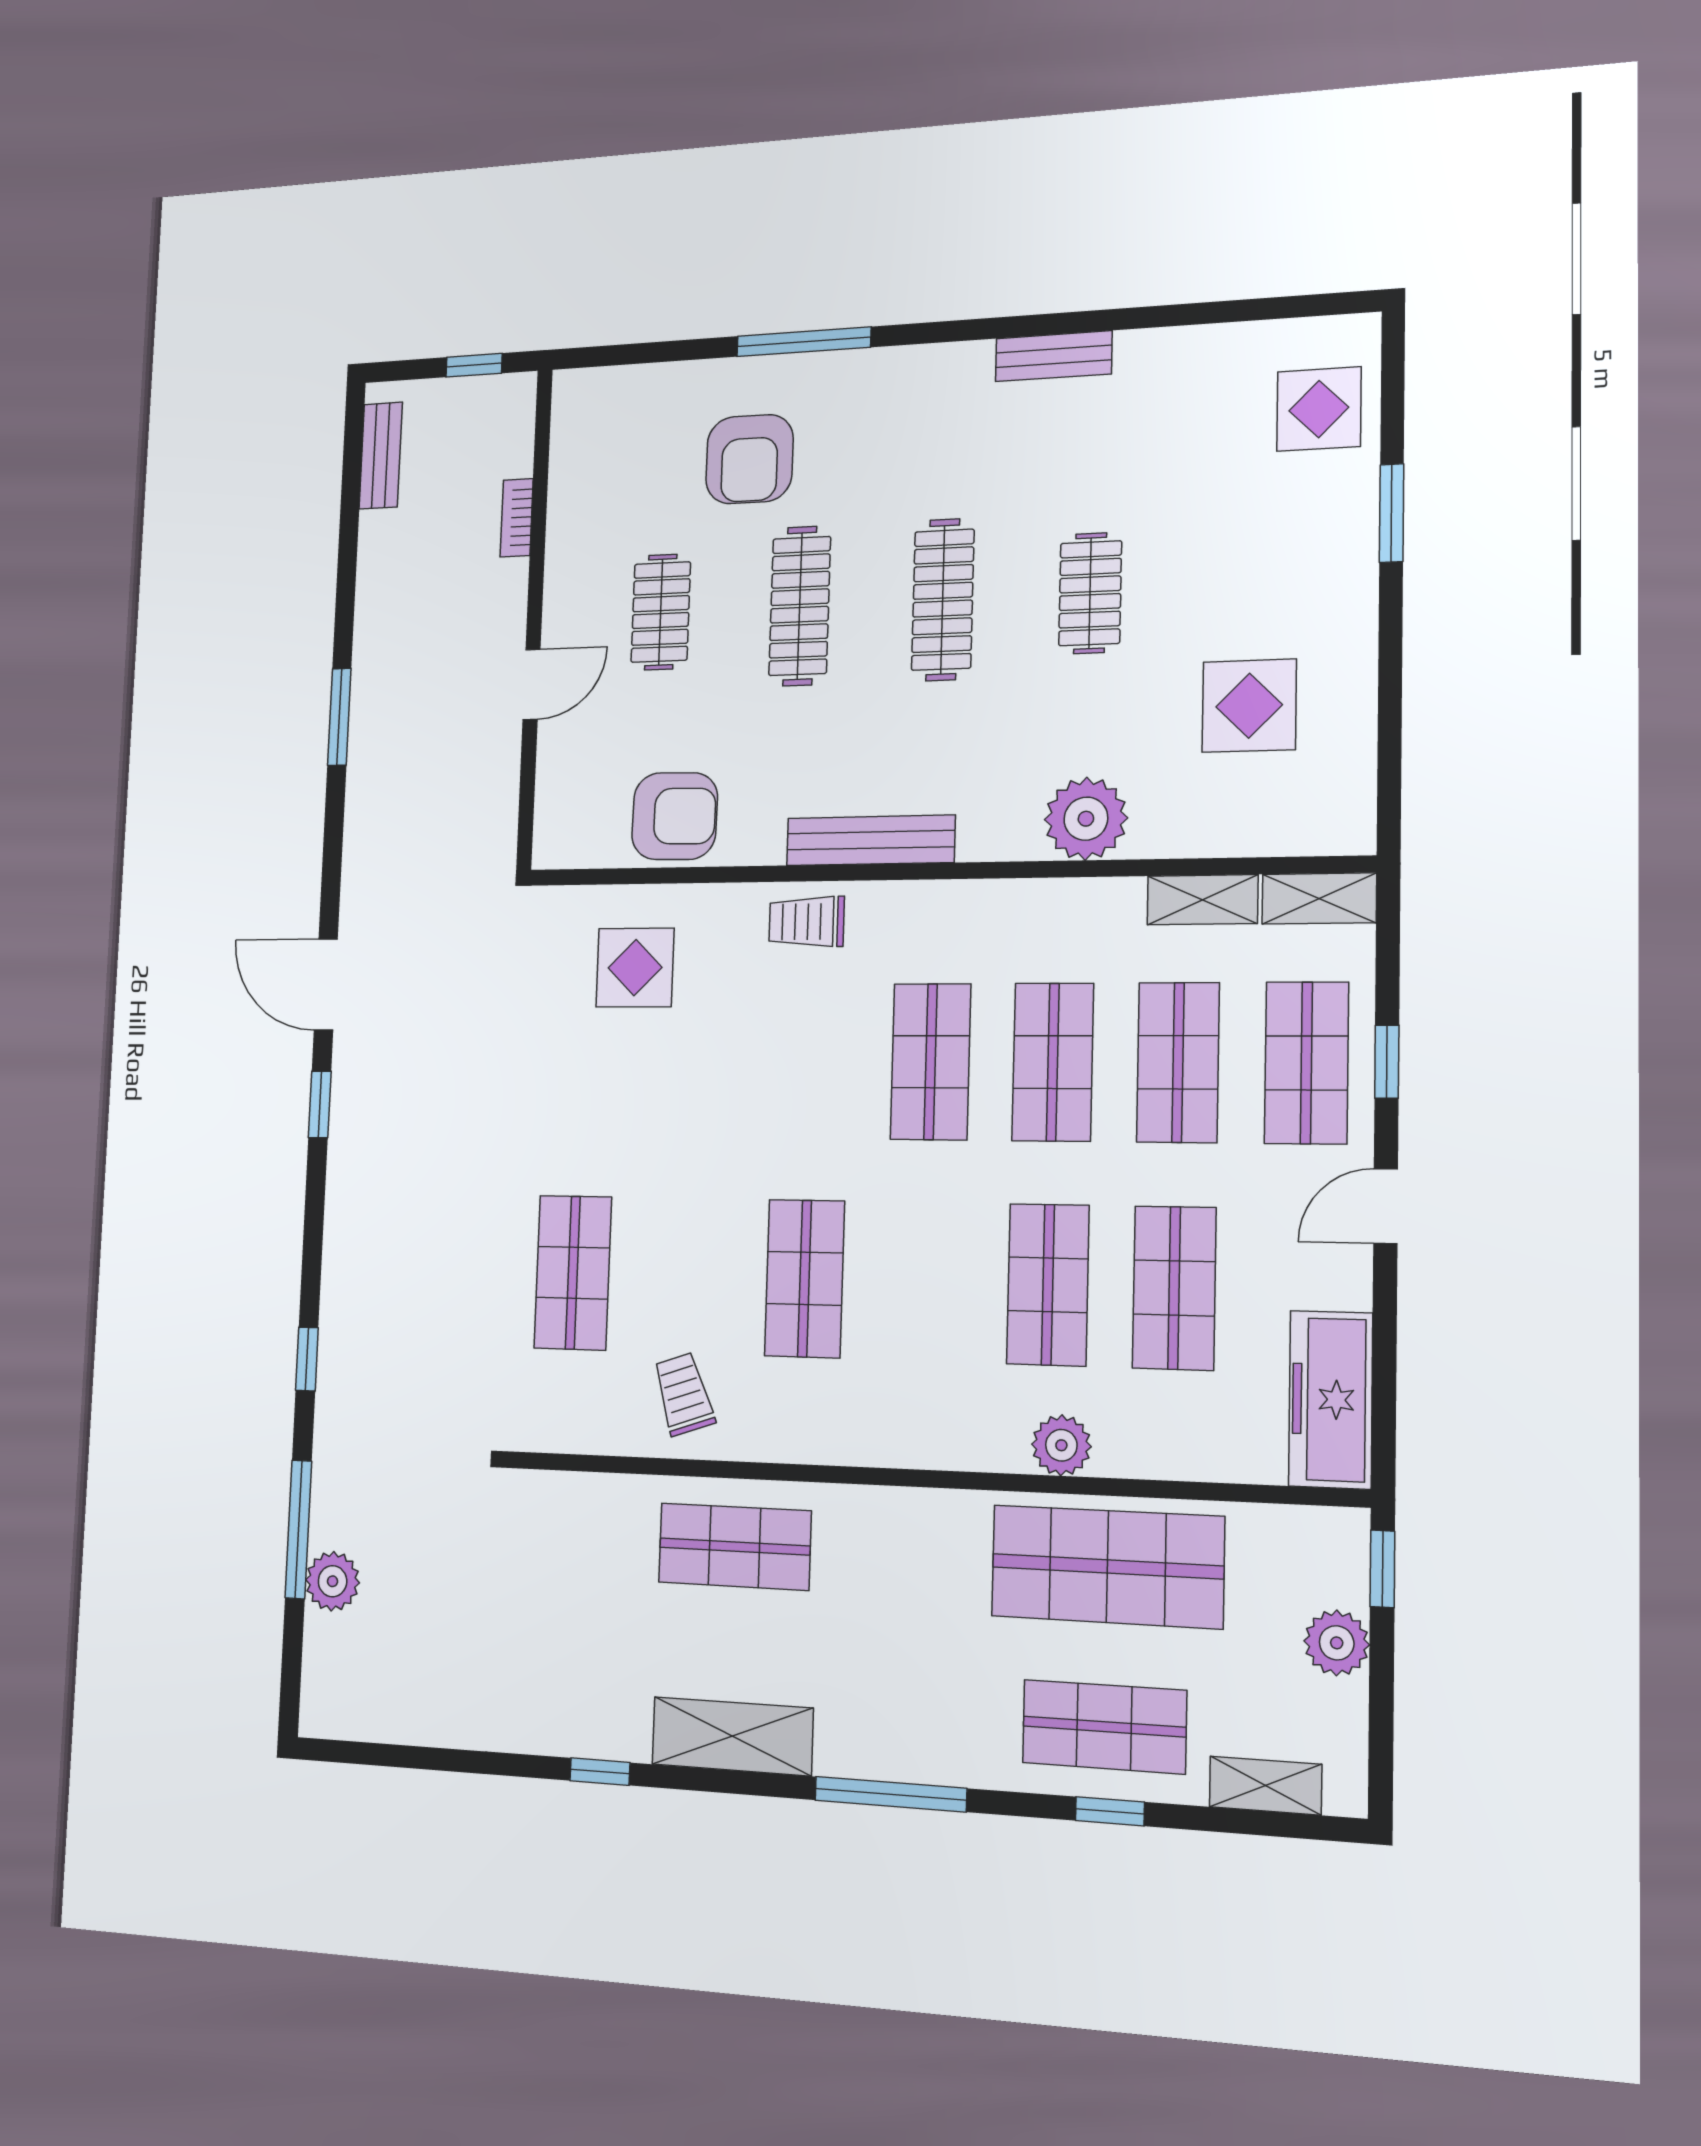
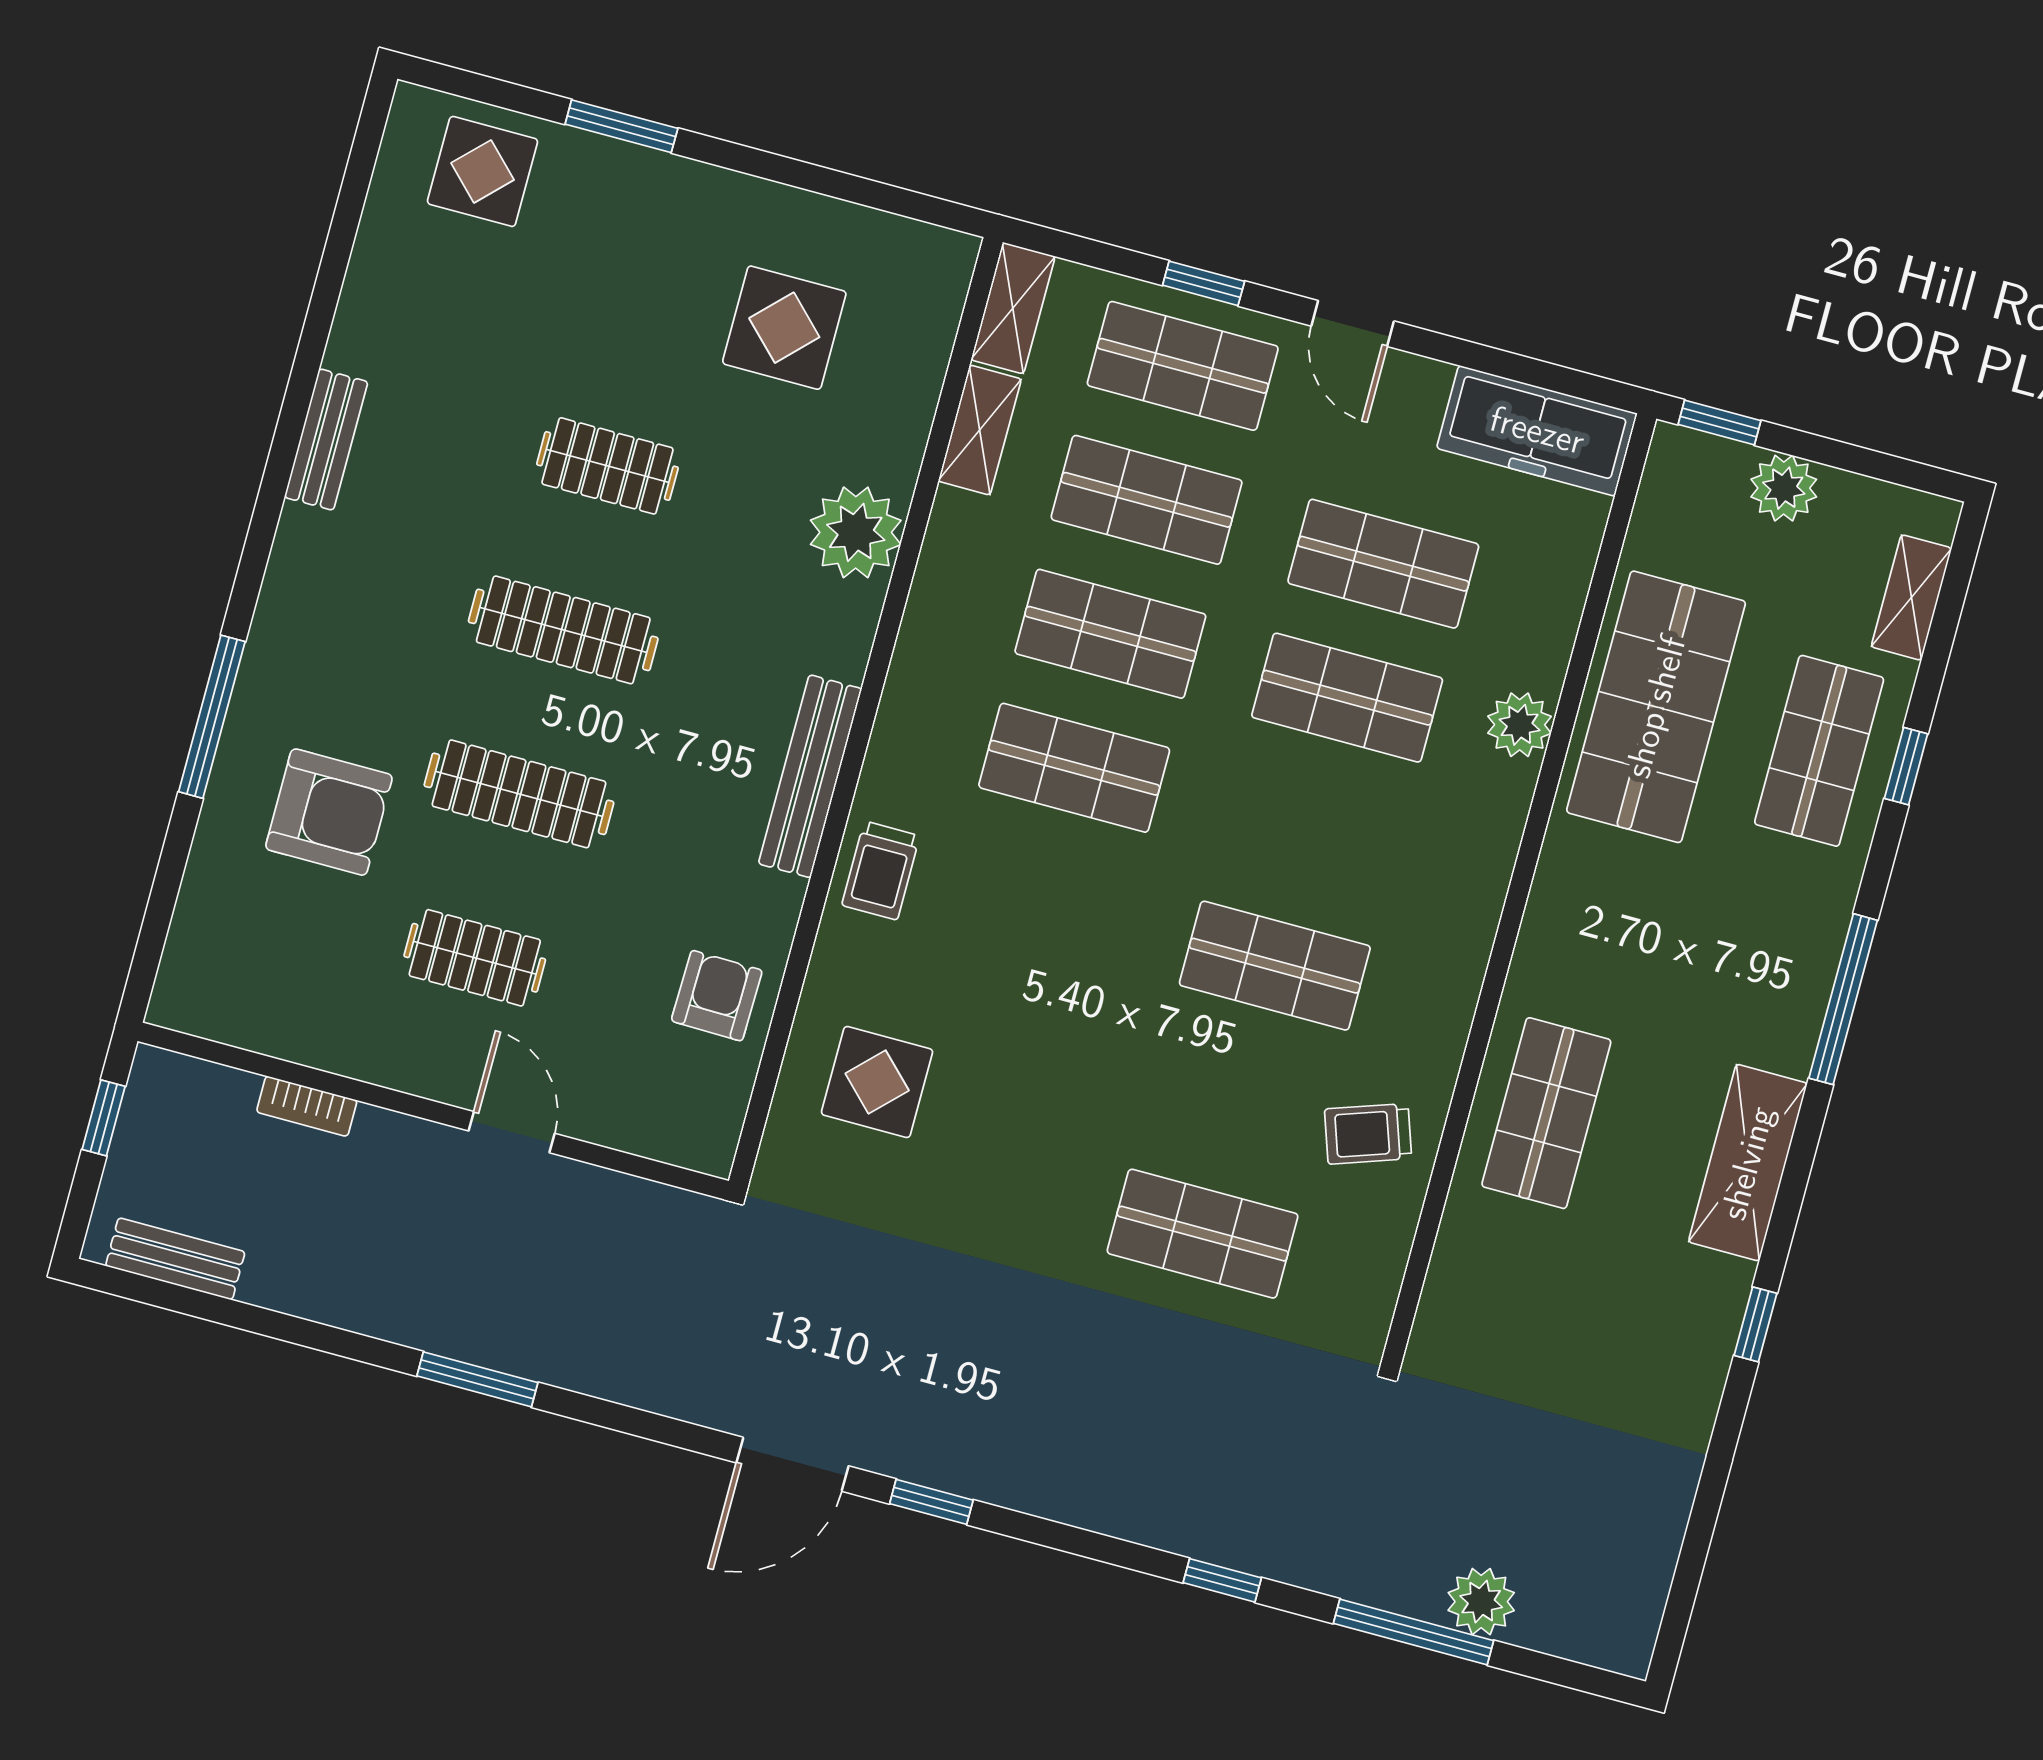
armchair: (675, 816) -> (717, 996), width x0.72, depth x0.72

